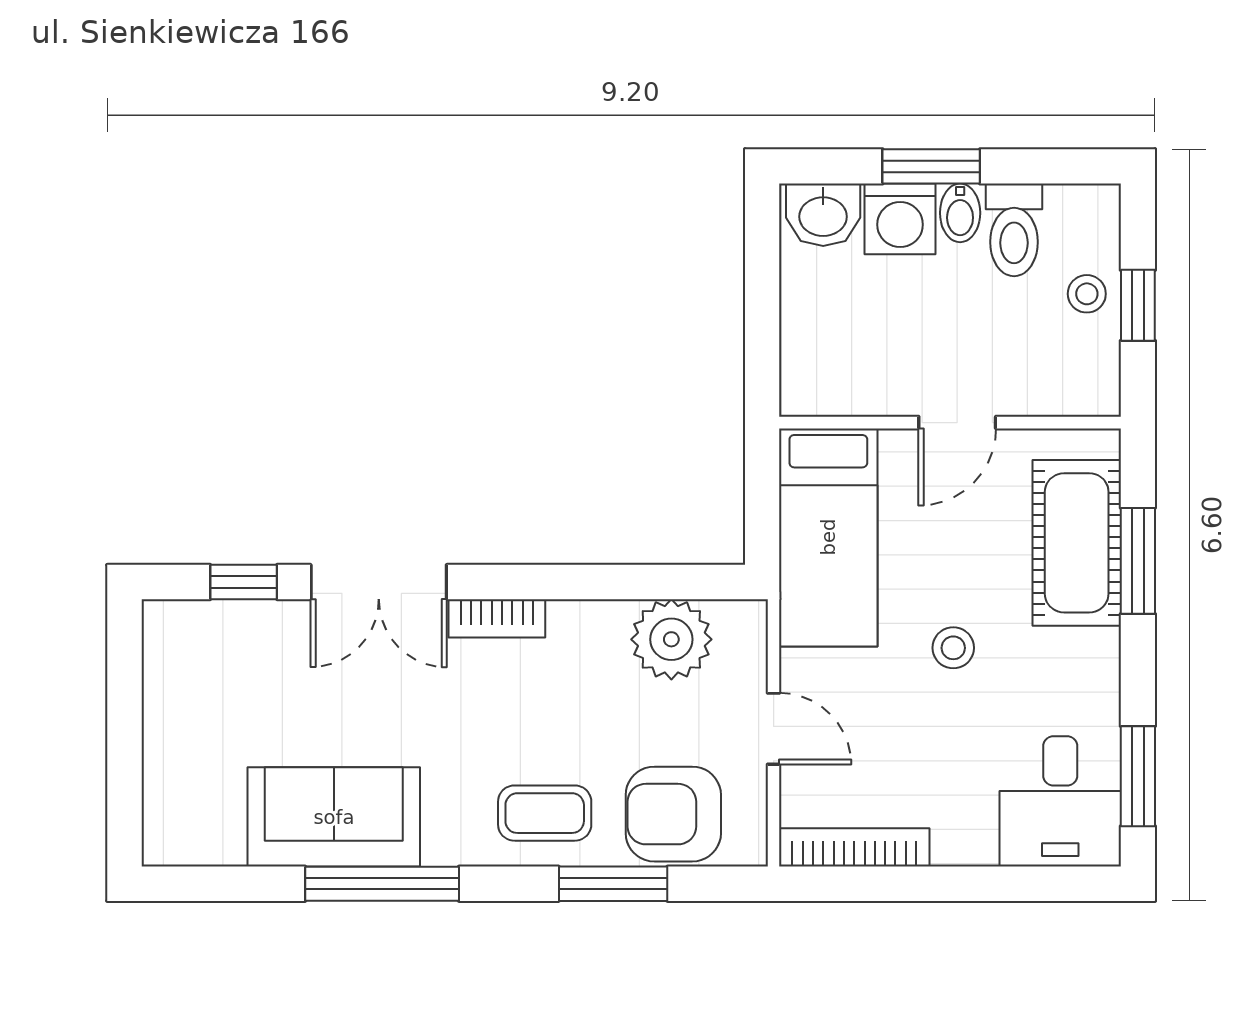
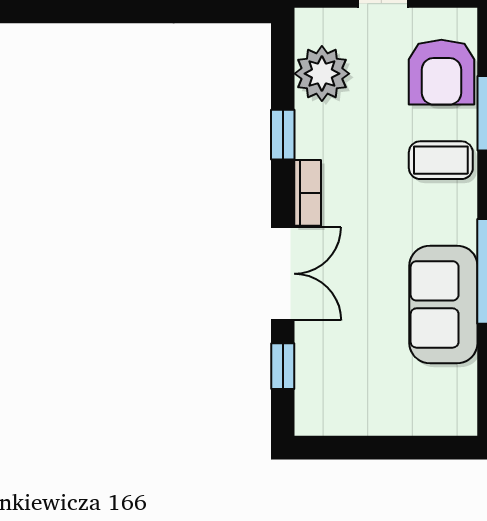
window: (582, 582) -> (283, 135), added
coffee table: (545, 813) -> (441, 160), turned 90

